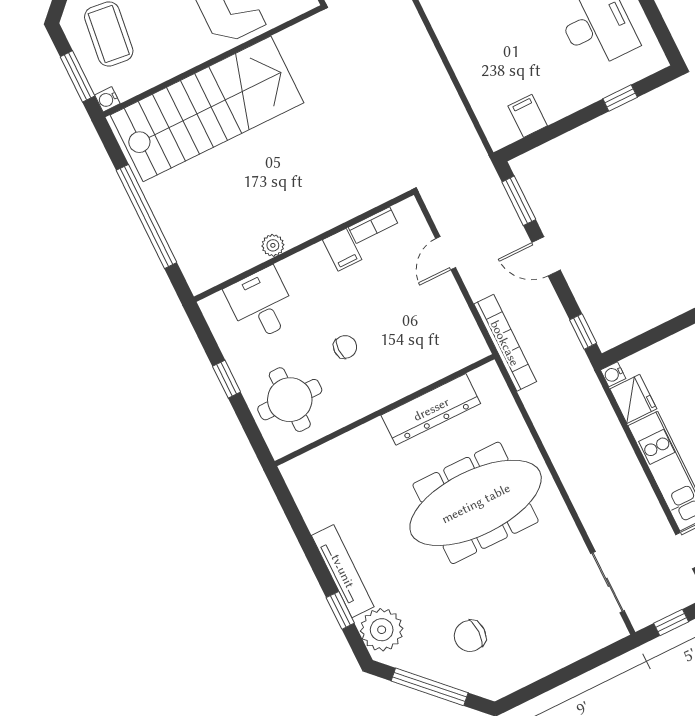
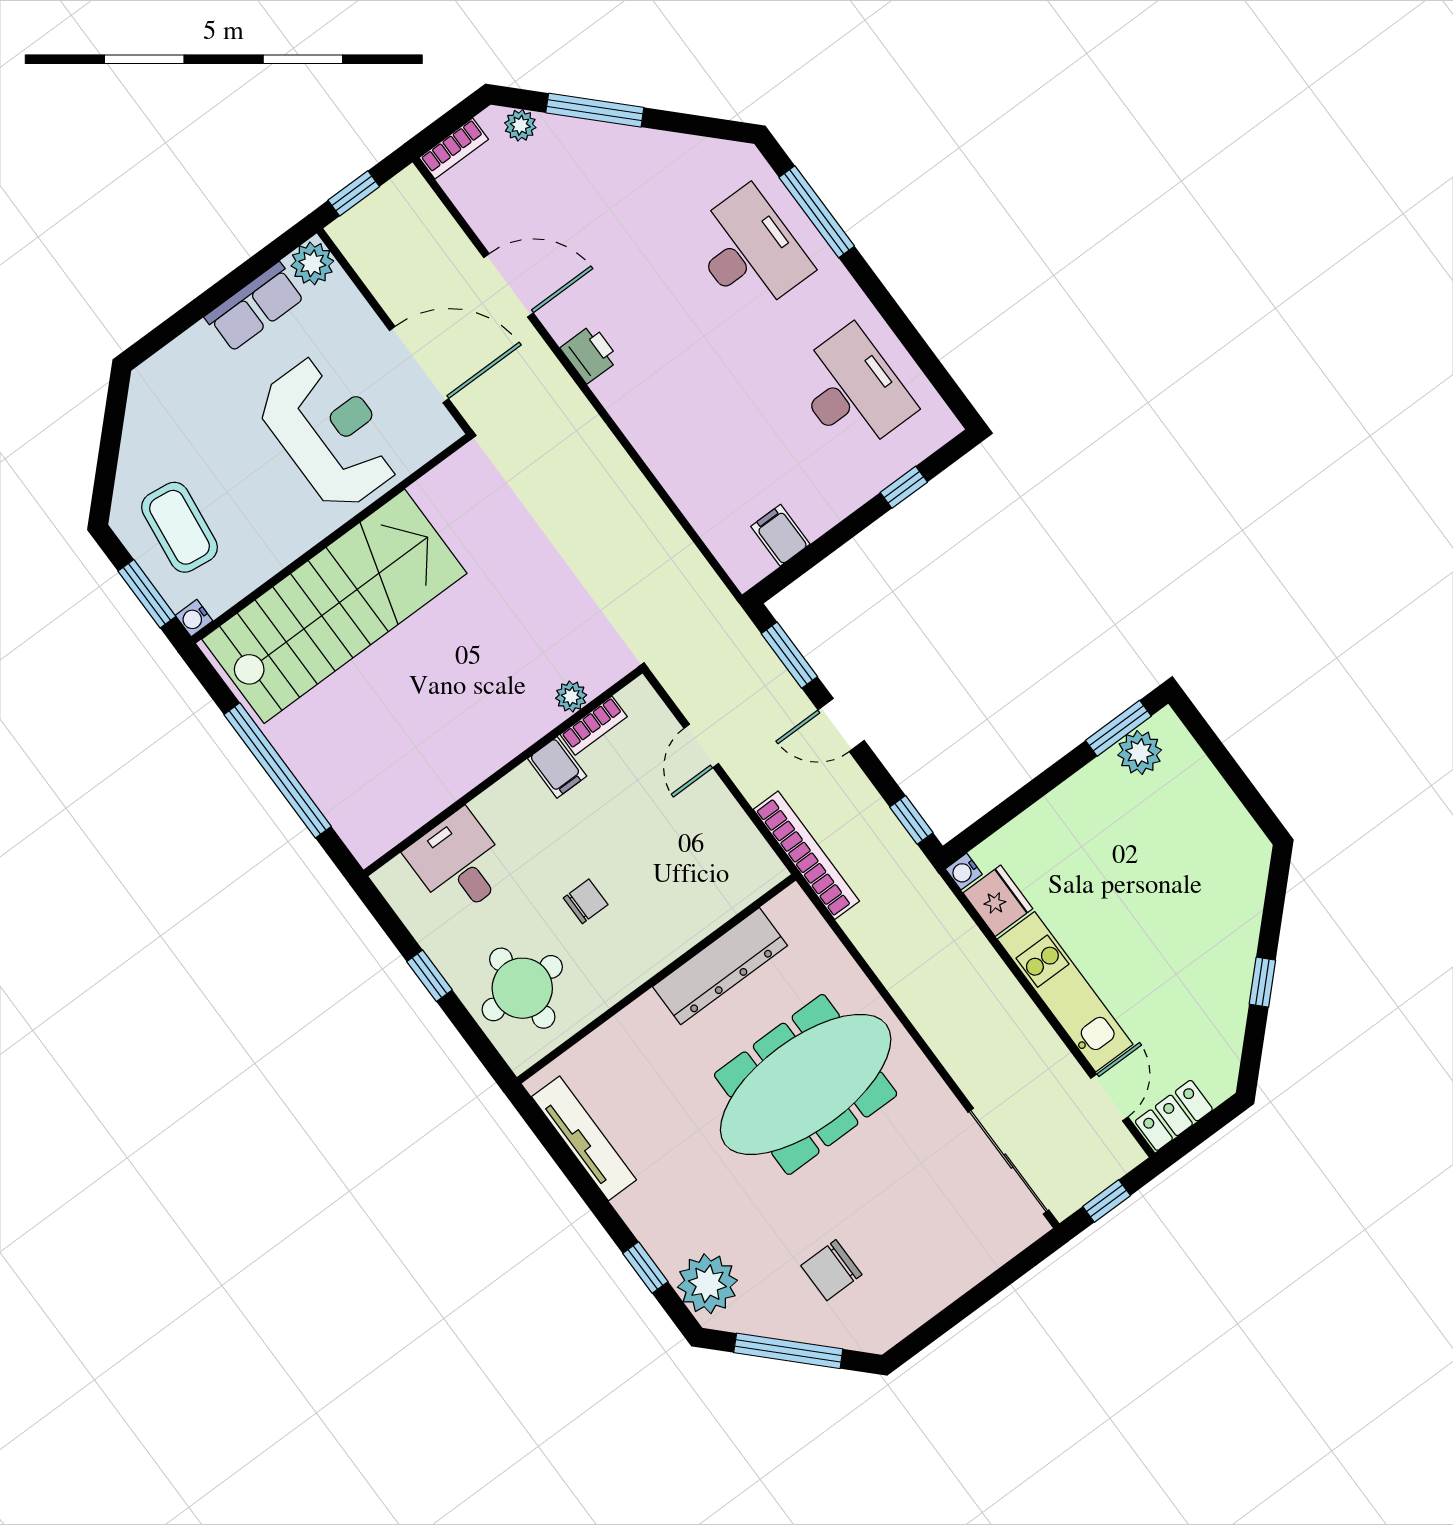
plant: (273, 245) -> (571, 697), moved
tv unit: (343, 571) -> (584, 1138), moved
sliding door: (608, 582) -> (1008, 1161), width x1.37

